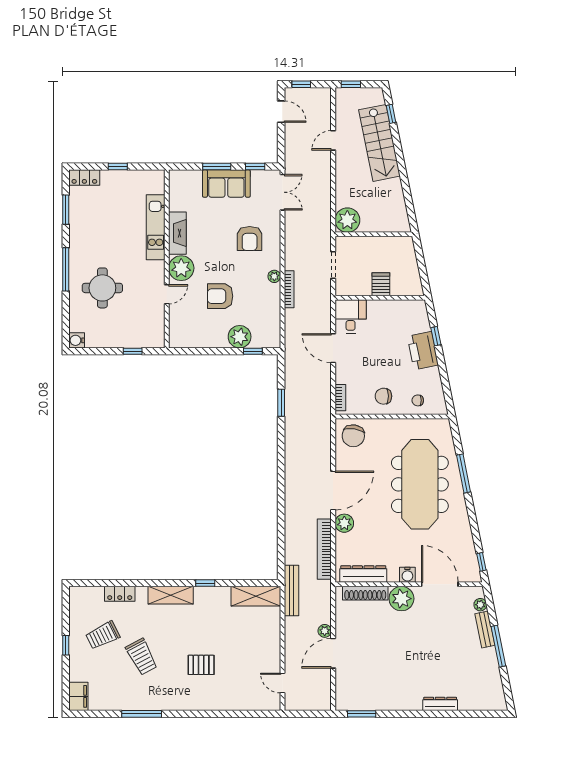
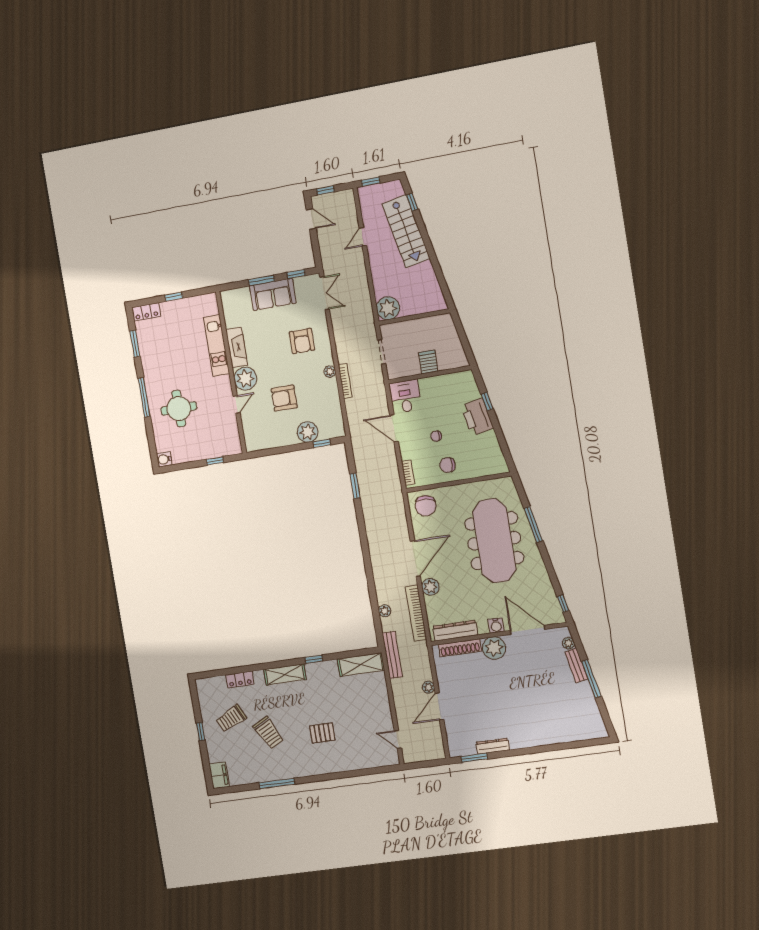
chair: (418, 400) -> (436, 436), moved
plant: (291, 542) -> (385, 611), added
dresser: (440, 704) -> (493, 746), moved

